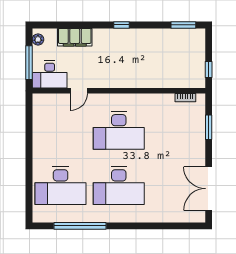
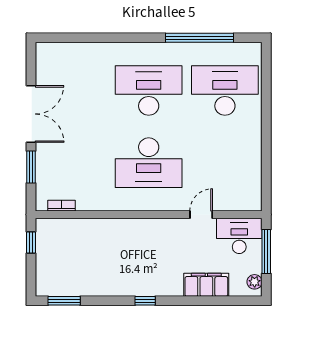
desk: (119, 130) -> (149, 163), turned 180
double door: (209, 189) -> (31, 114), moved

